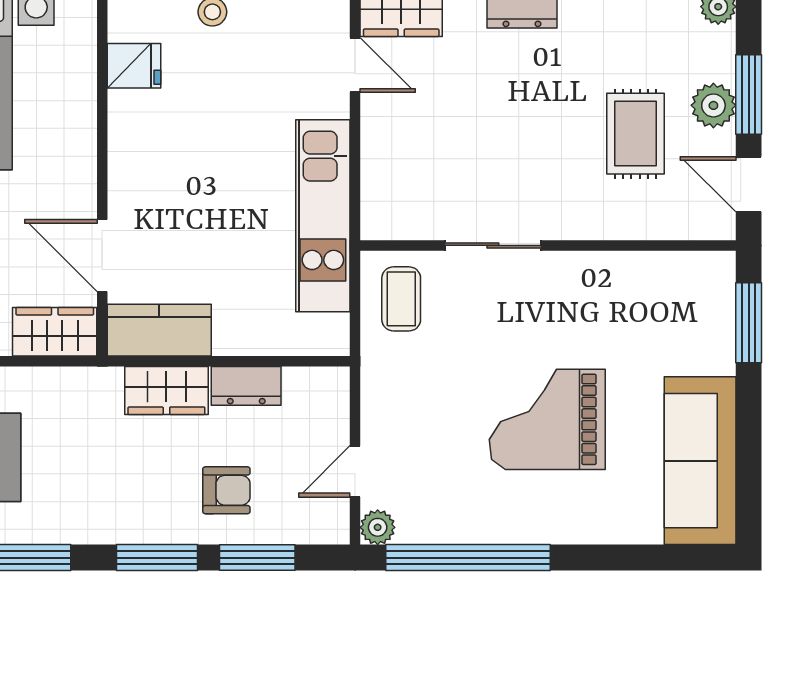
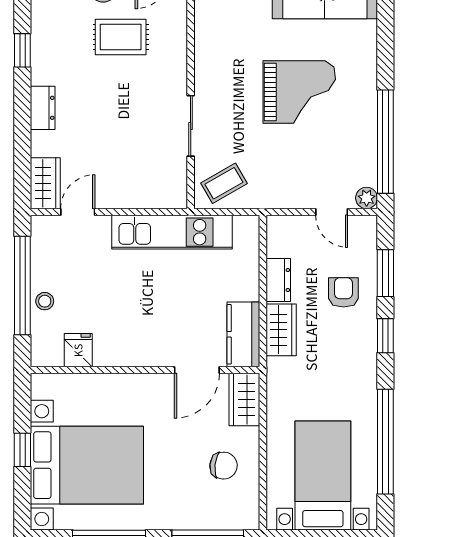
coffee table: (401, 299) -> (224, 183), turned -30
grand piano: (547, 419) -> (299, 92), turned -90
window: (157, 558) -> (385, 336), width x0.67

